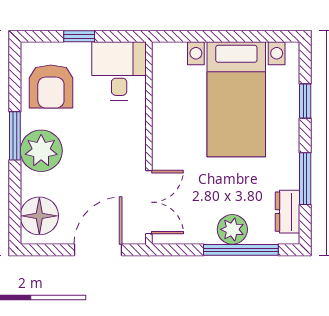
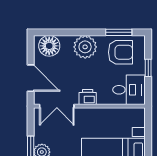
armchair: (51, 86) -> (120, 52), turned 180
window: (15, 136) -> (119, 32), moved
printer: (132, 146) -> (88, 97), added

